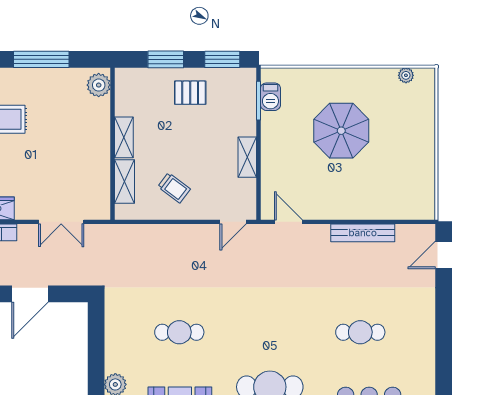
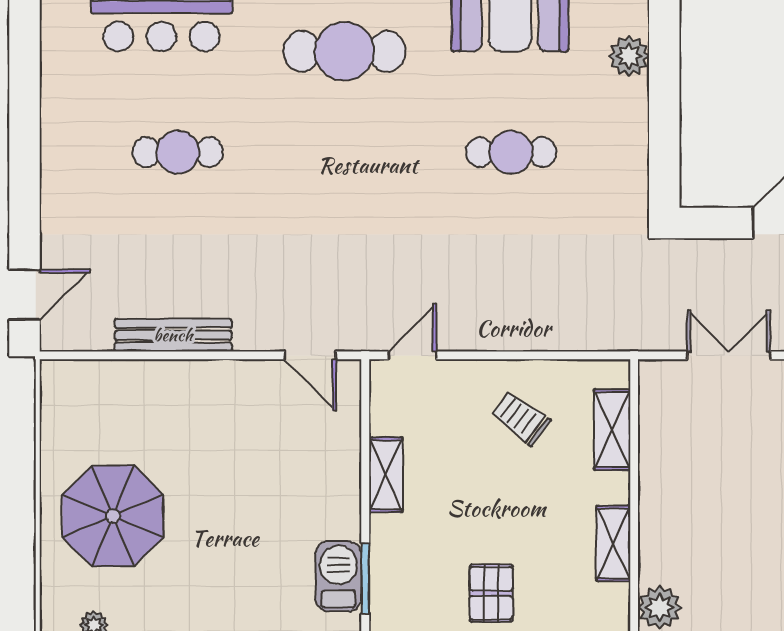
pallet: (190, 93) -> (491, 593), turned 90
barbecue: (270, 97) -> (338, 576), width x1.38, depth x1.27
parasol: (341, 131) -> (113, 516), moved
shelving: (124, 137) -> (613, 543), moved

